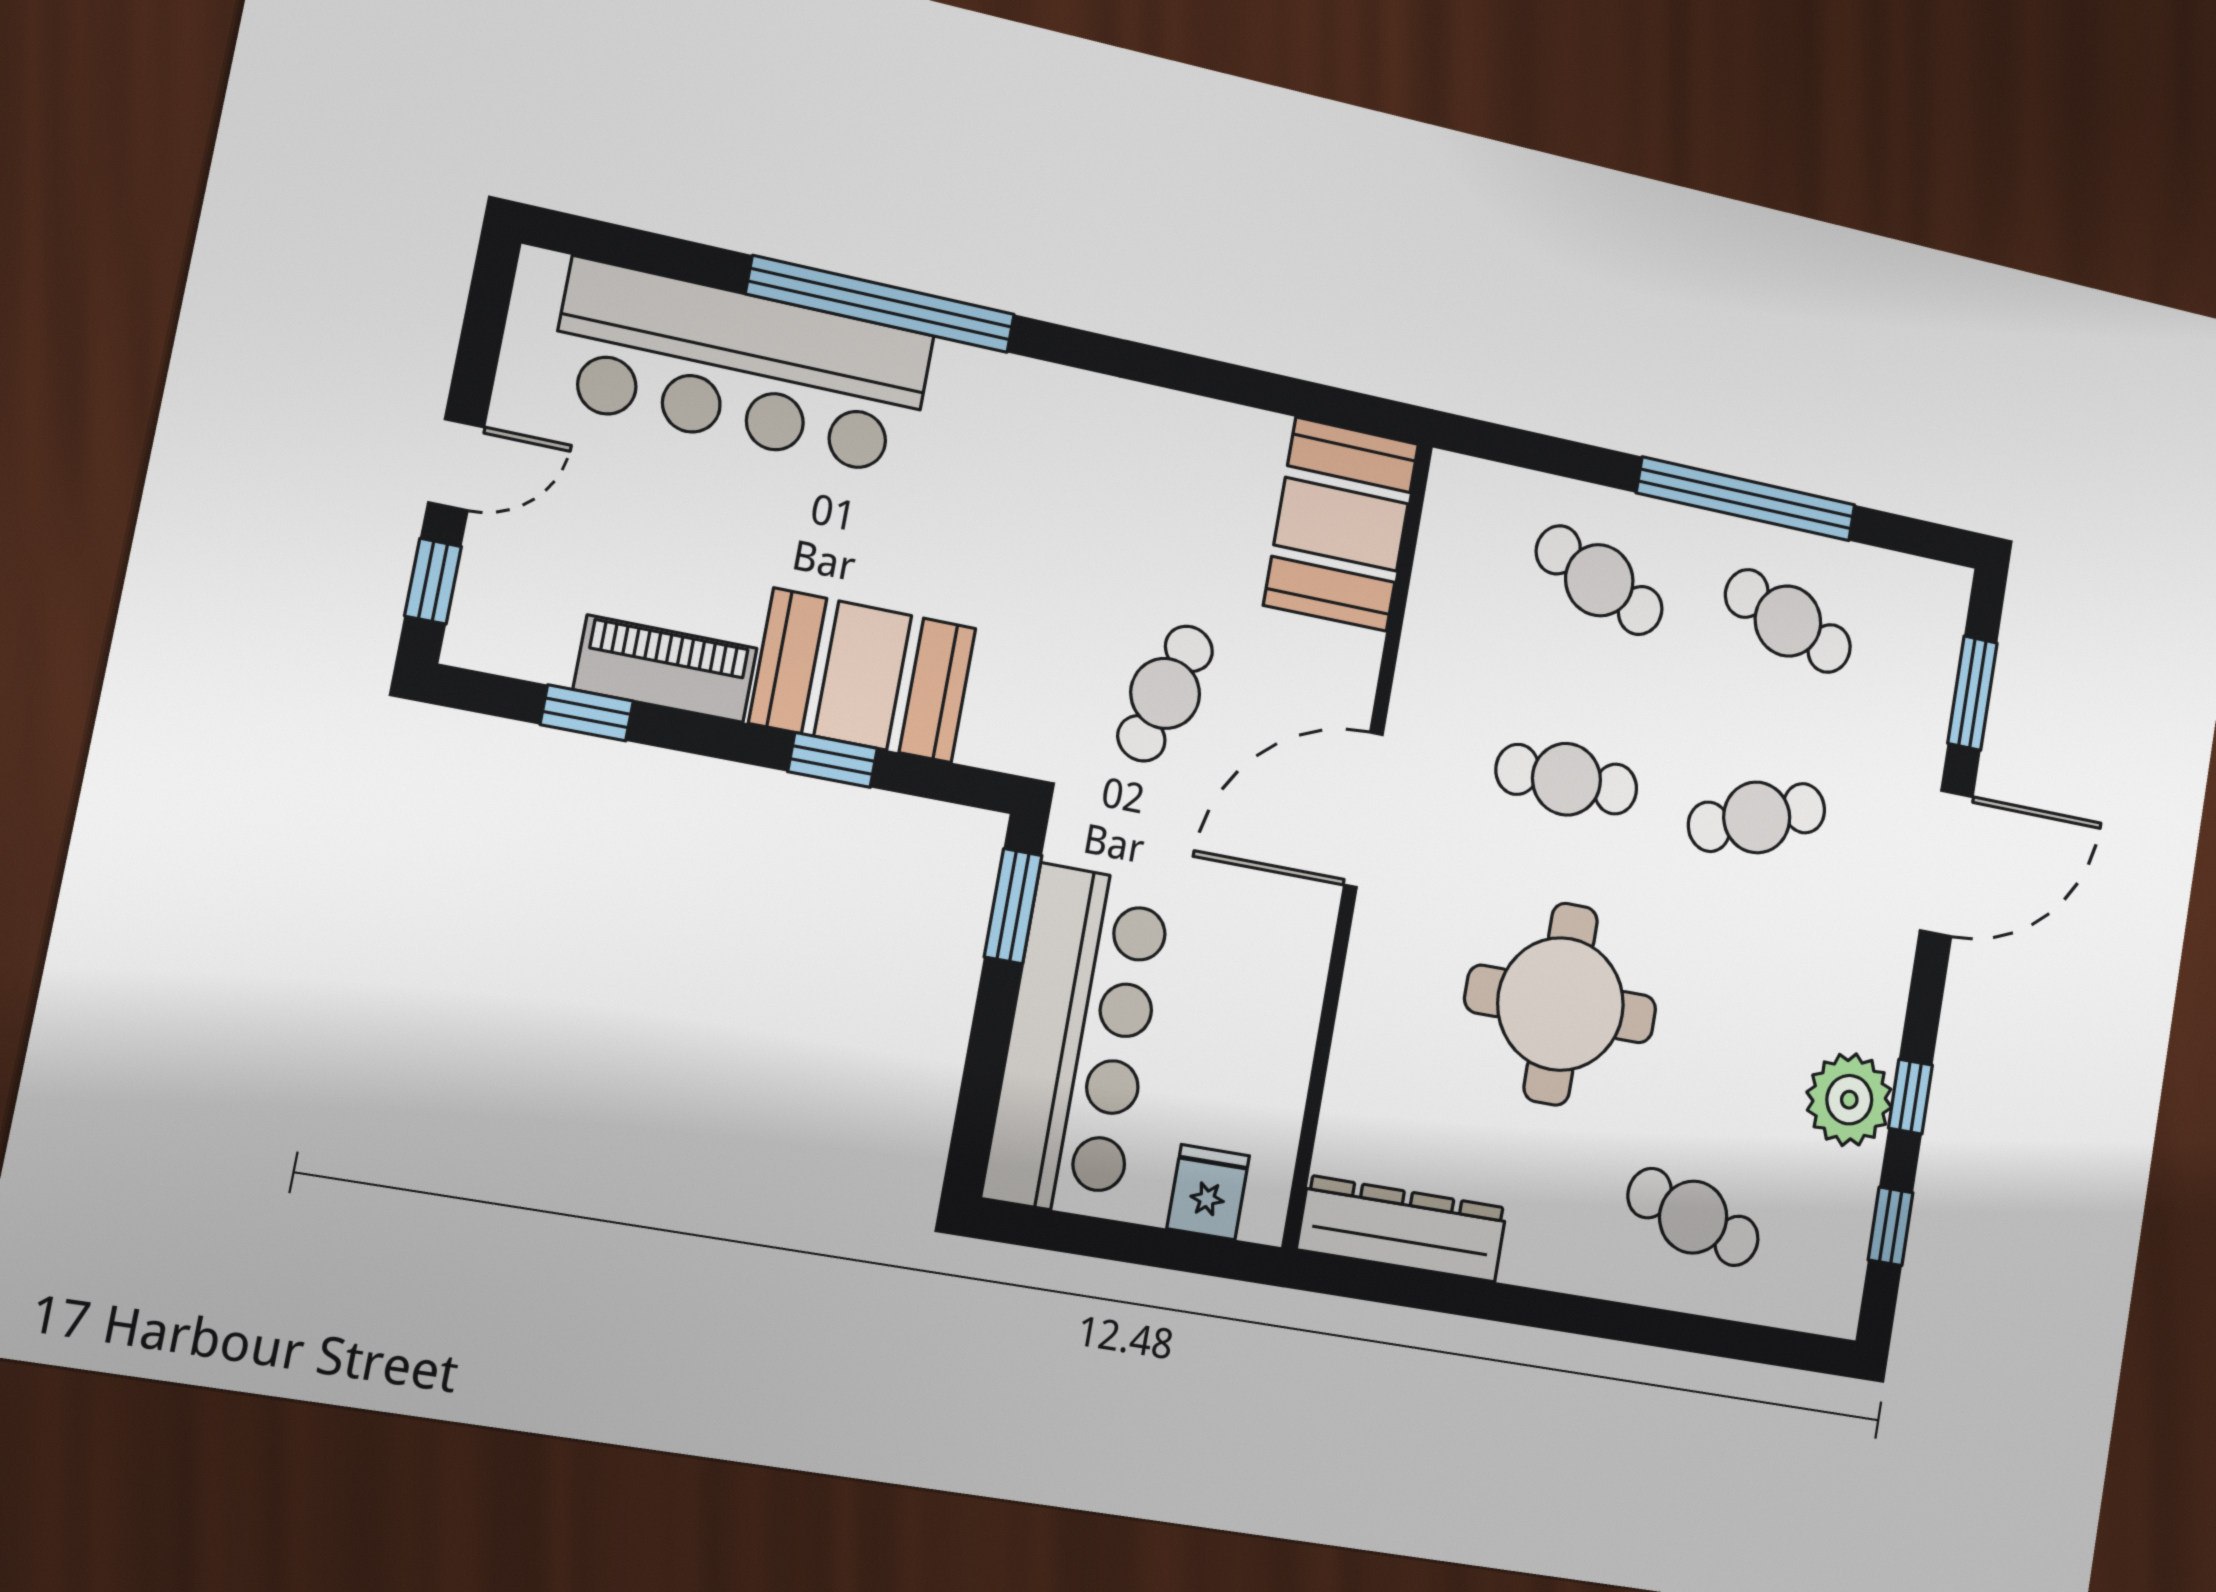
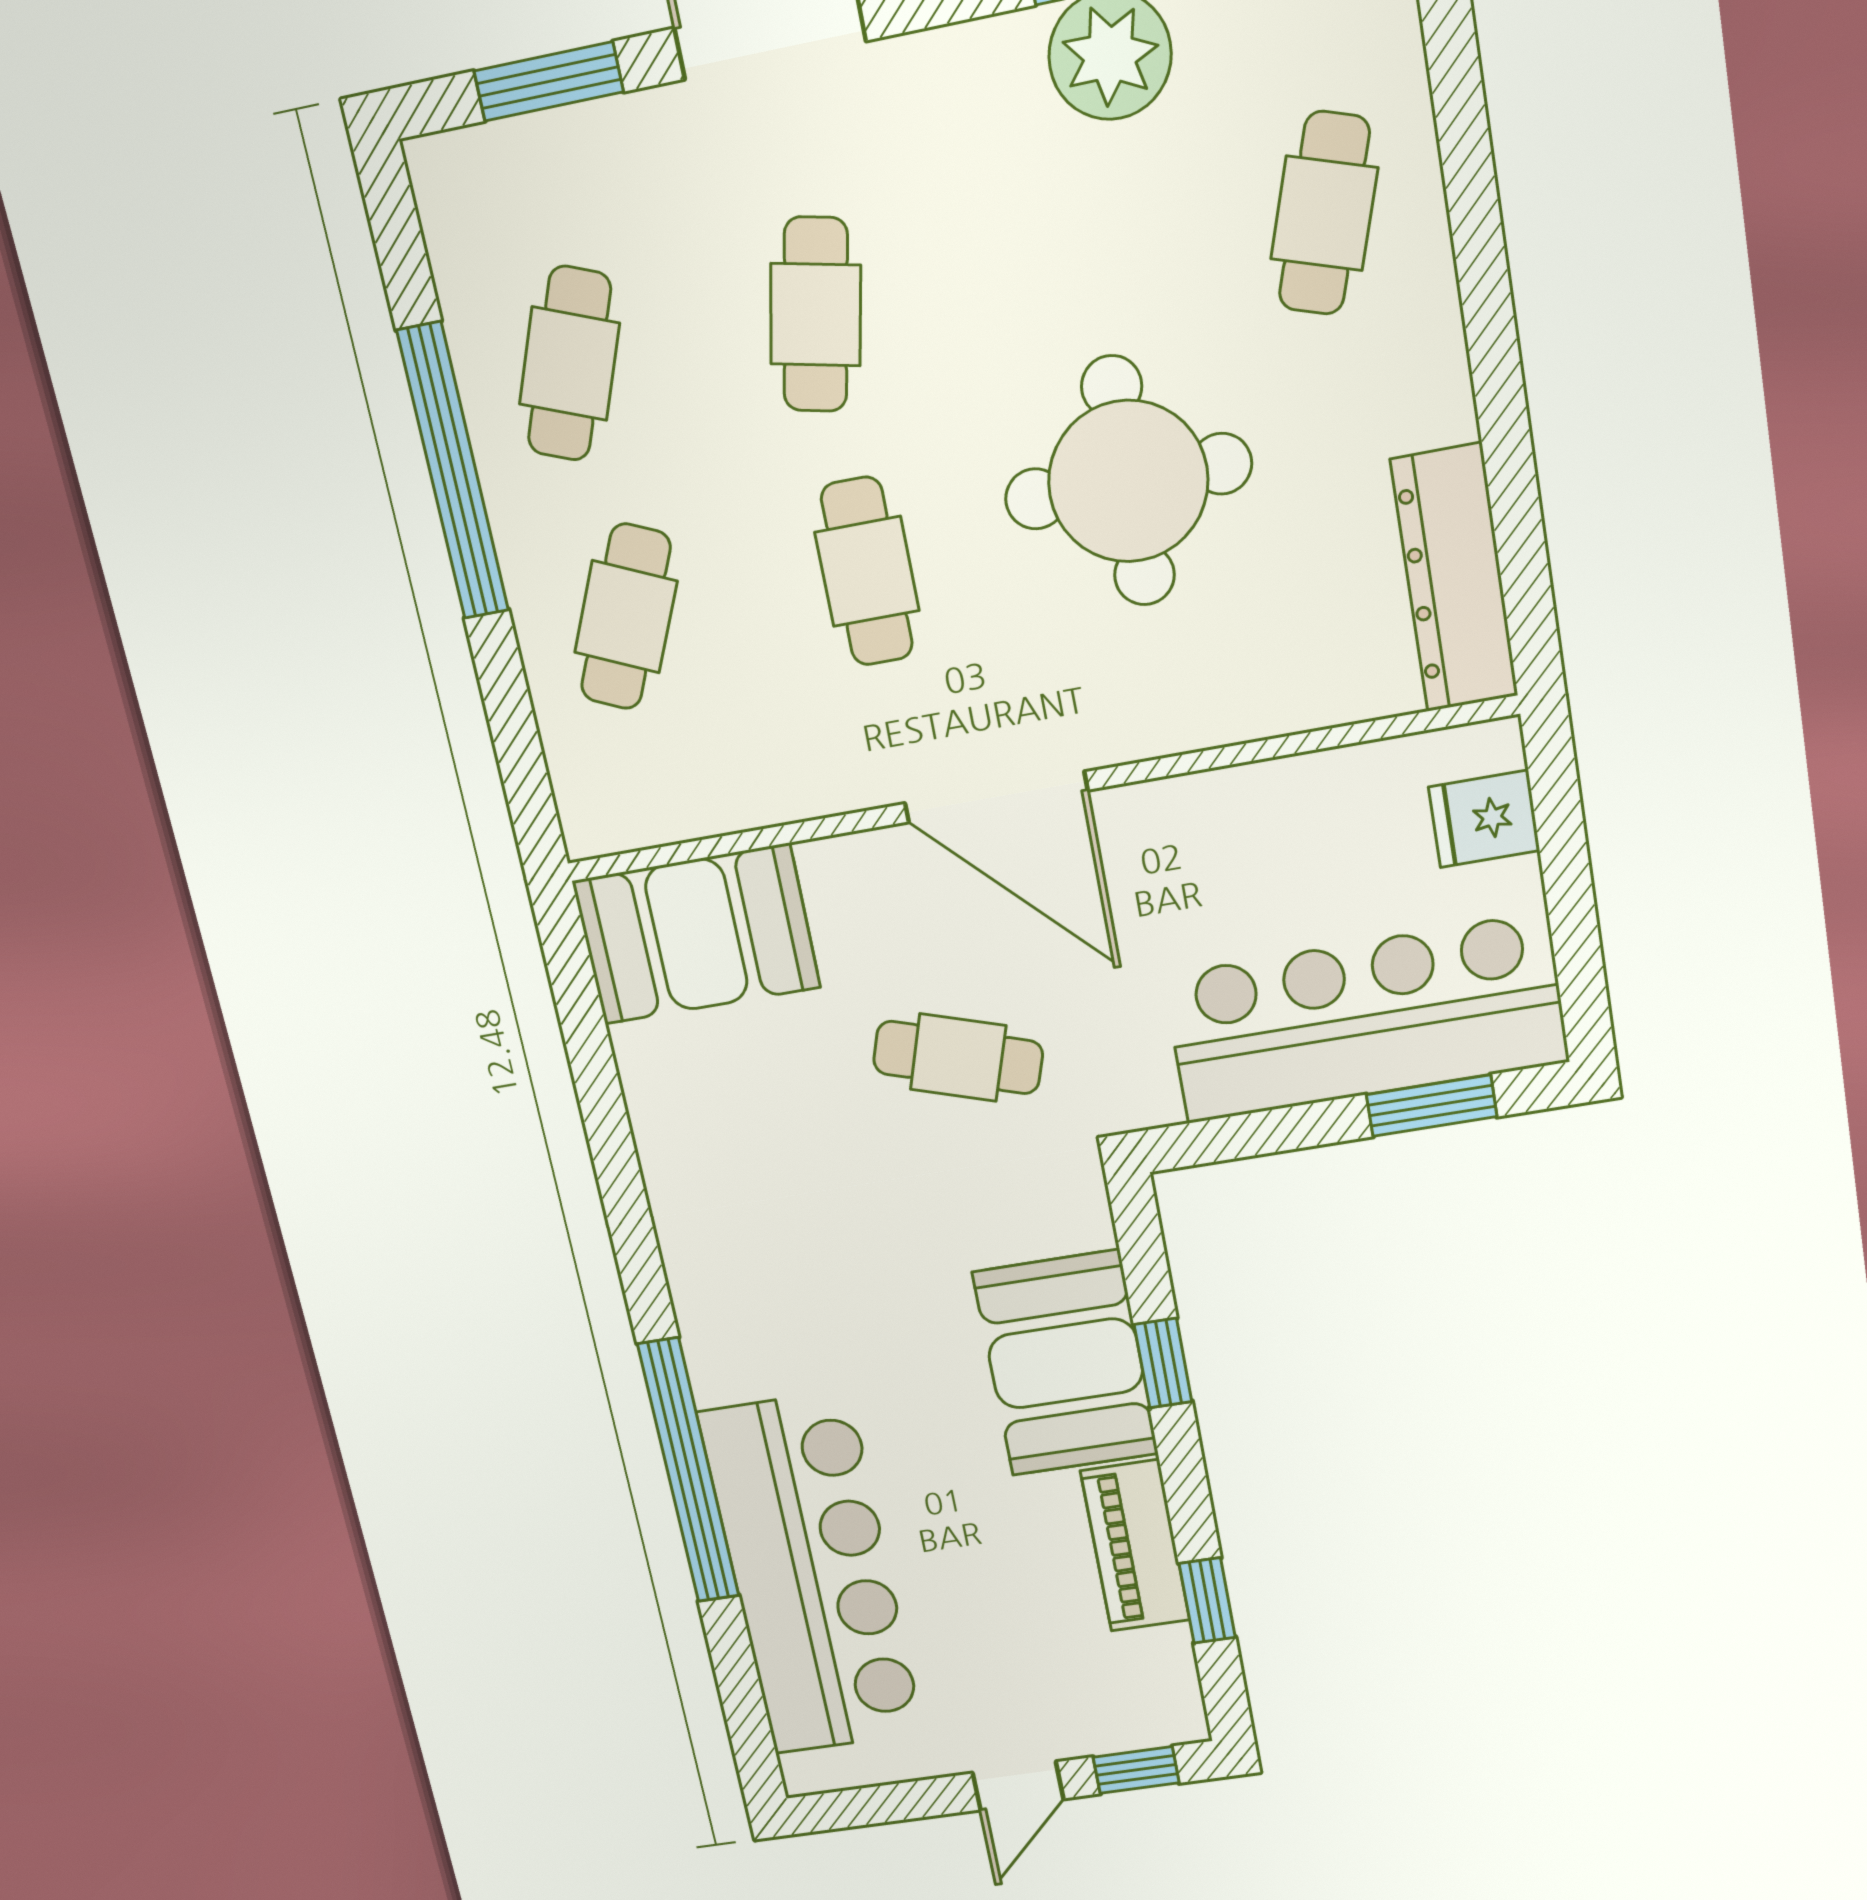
door: (456, 465) -> (1018, 1786), swing flipped
cafe table: (1757, 817) -> (816, 315), turned 33
window: (1013, 906) -> (1432, 1106), moved

